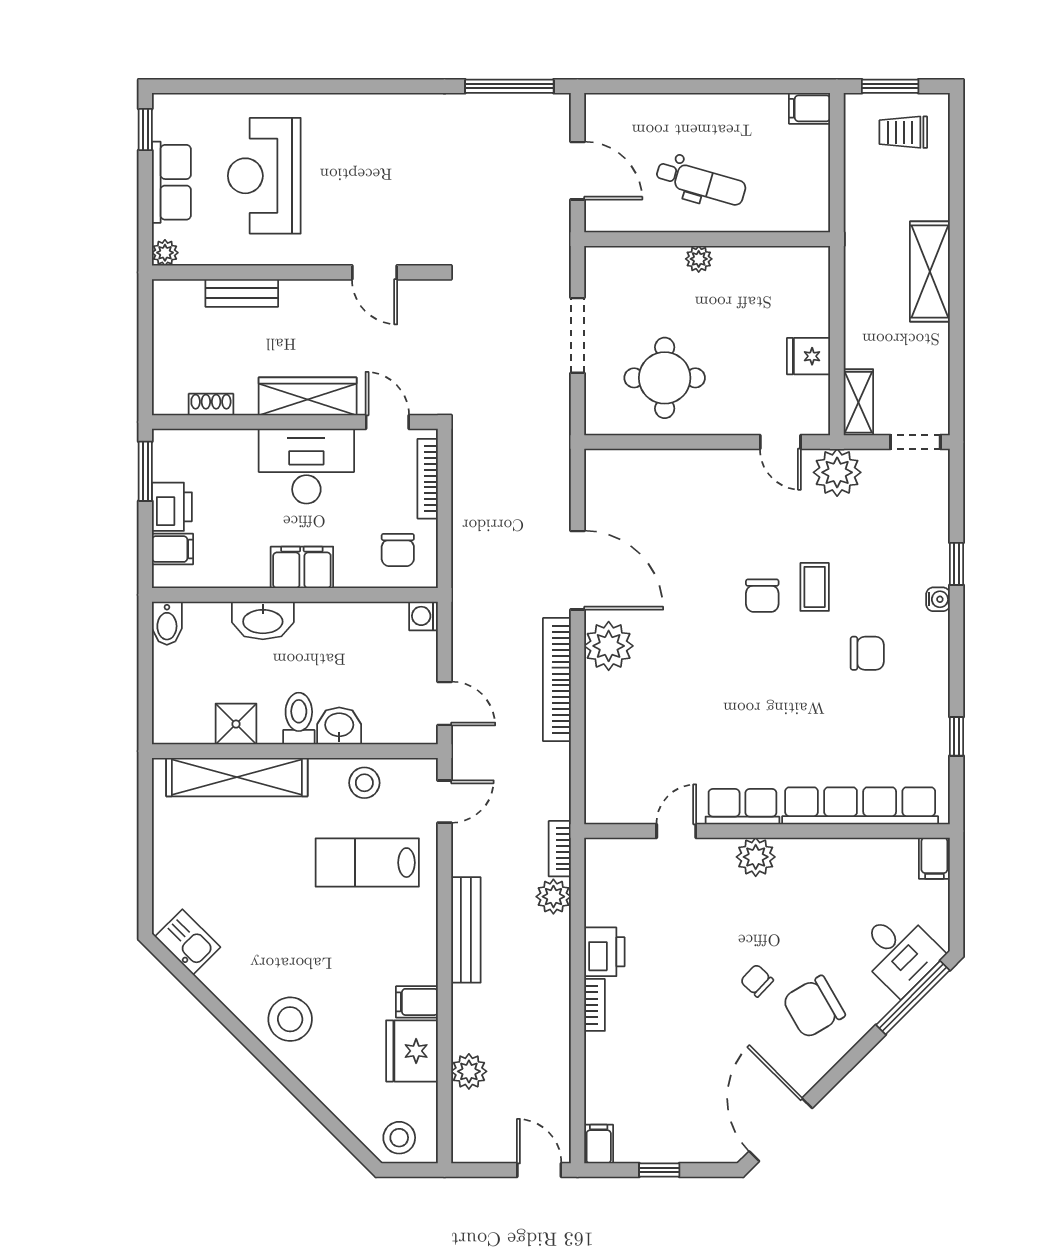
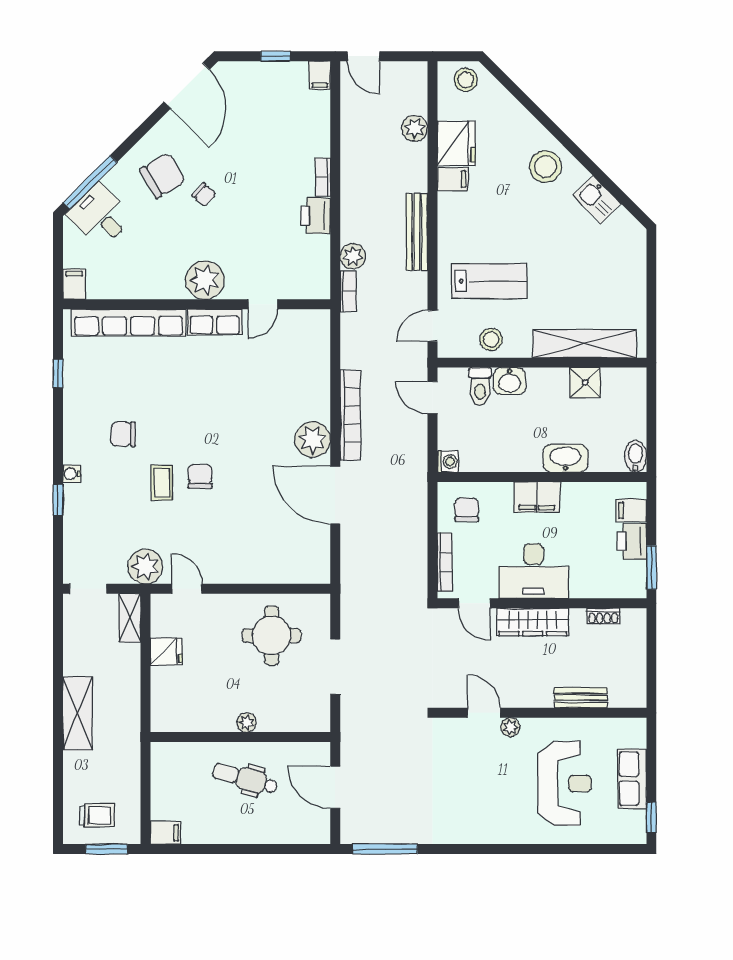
plant: (165, 253) -> (510, 727), moved
toilet: (299, 719) -> (480, 386), moved
plant: (756, 857) -> (205, 280), width x1.36, depth x1.36
kitchen sink: (188, 942) -> (597, 200), moved

